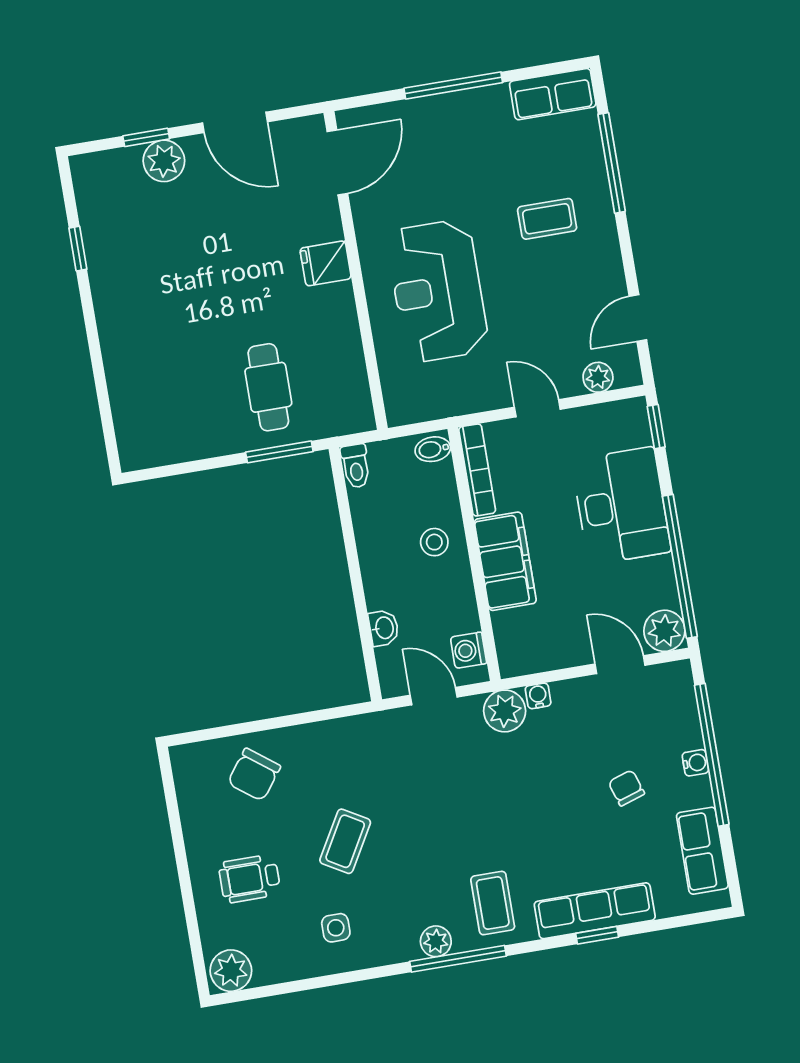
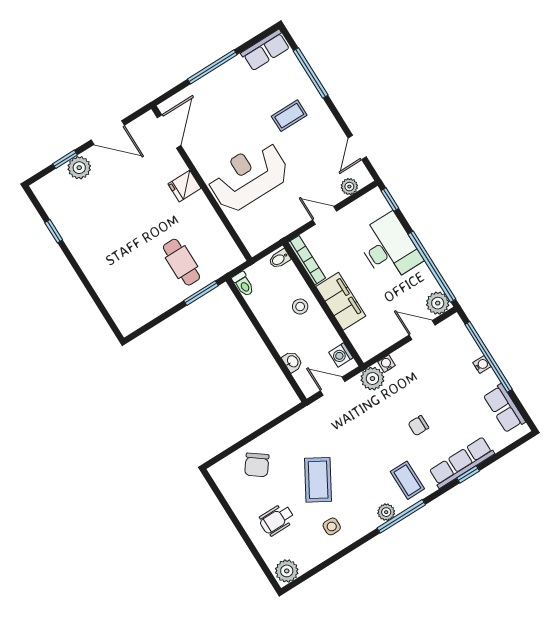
reception desk: (438, 291) -> (248, 176), turned 90
chair: (626, 788) -> (418, 426), moved, turned -72
coffee table: (345, 841) -> (318, 480), width x1.36, depth x1.30

